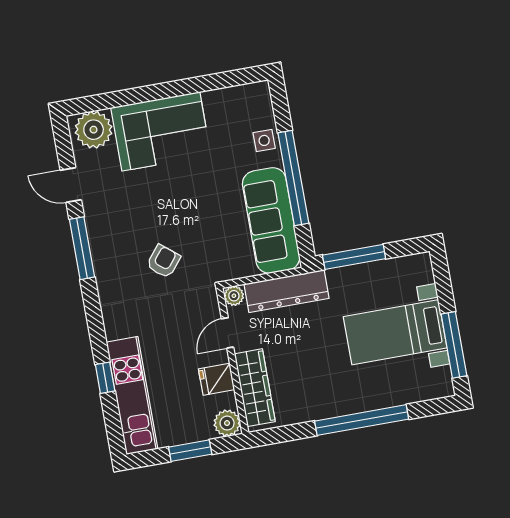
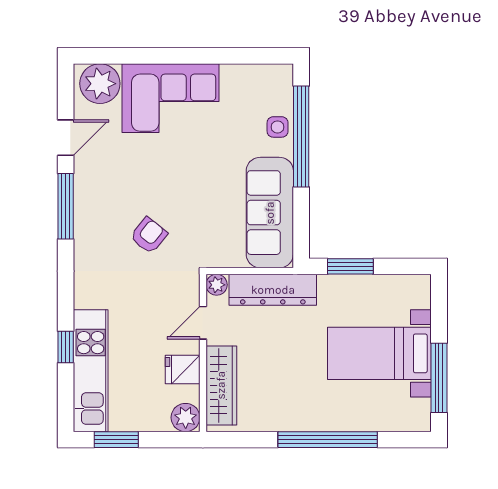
window: (293, 178) -> (301, 136), moved
door: (71, 185) -> (66, 138), swing flipped
window: (354, 257) -> (350, 266), width x0.69
window: (190, 451) -> (116, 440), moved

